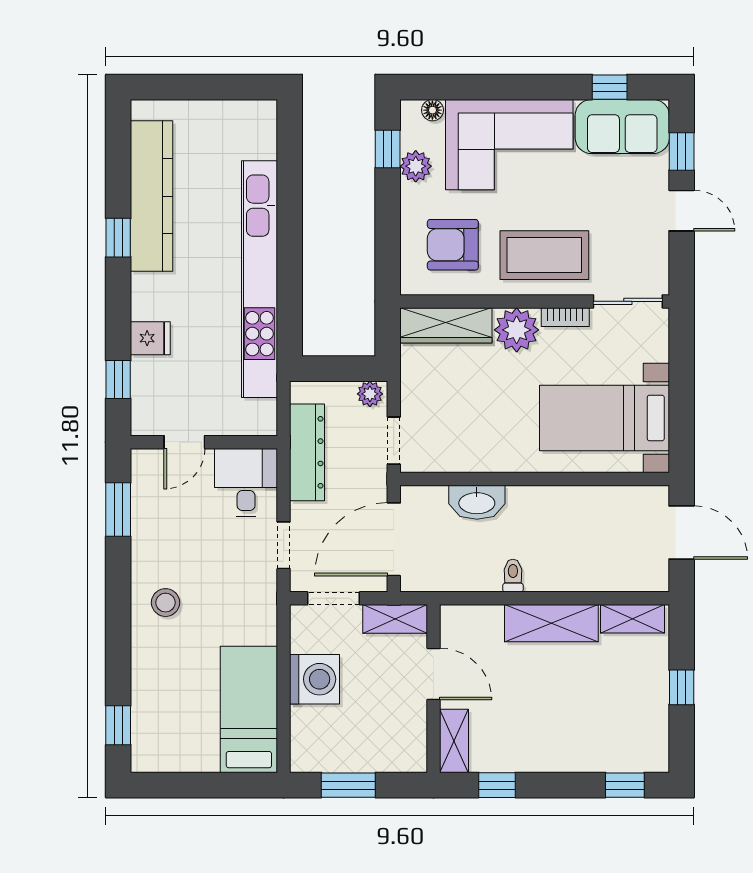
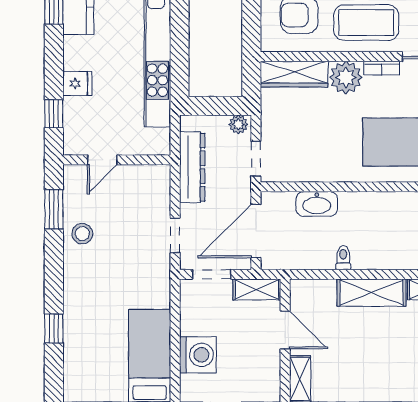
desk: (246, 482) -> (147, 189), removed
stool: (165, 603) -> (82, 234), moved
washing machine: (315, 679) -> (198, 355), moved
window: (118, 725) -> (54, 328), moved

